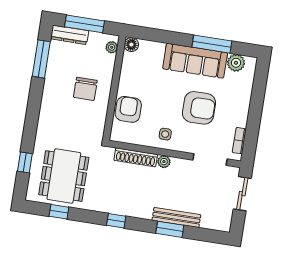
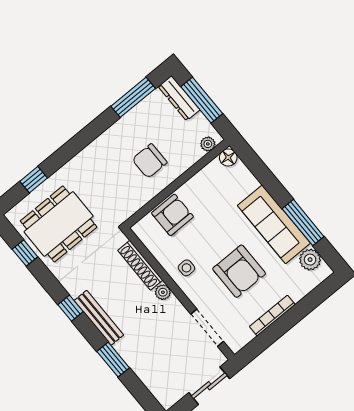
bookcase: (239, 141) -> (272, 316), moved, width x1.56
bench: (176, 218) -> (99, 318), moved

